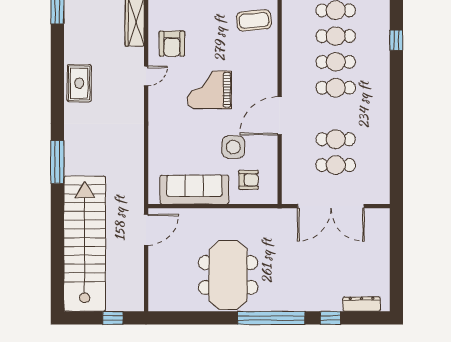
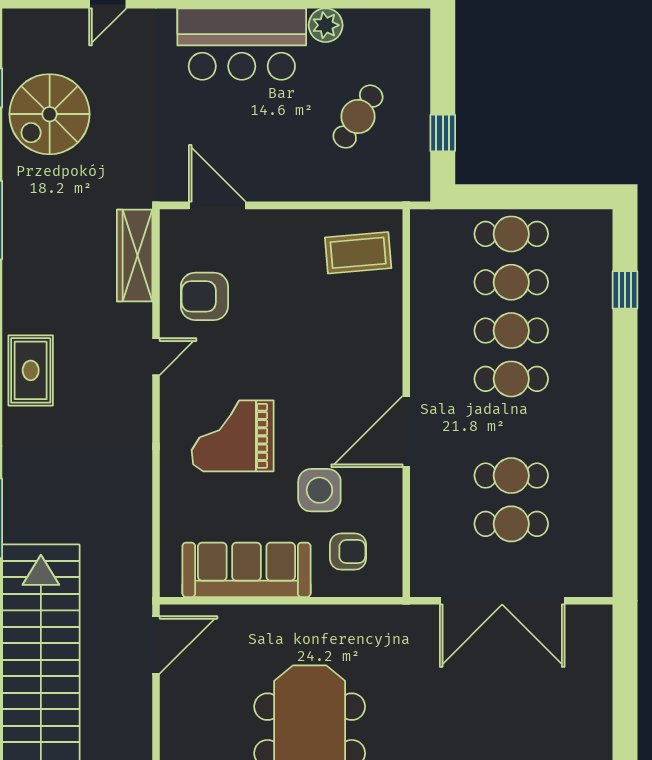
armchair: (172, 44) -> (204, 296), turned 90
grand piano: (209, 90) -> (233, 436), moved

